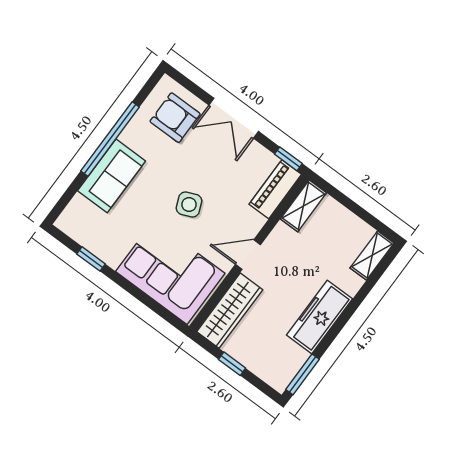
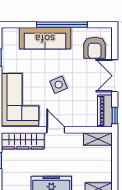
armchair: (175, 118) -> (95, 48), turned 180
sofa: (112, 176) -> (45, 38), width x1.36
piano: (275, 189) -> (105, 111), moved, turned -90

